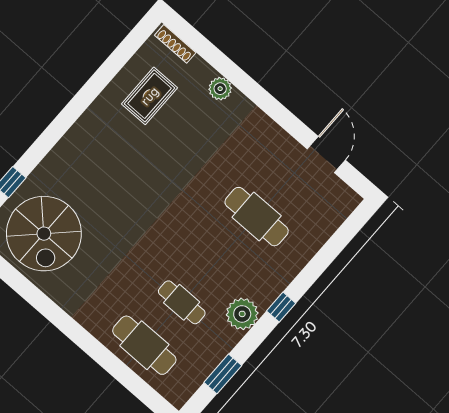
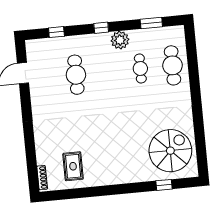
plant: (220, 89) -> (41, 142), removed
rug: (150, 96) -> (73, 166), turned 90
window: (333, 247) -> (56, 32), added

